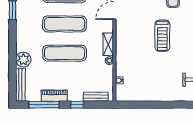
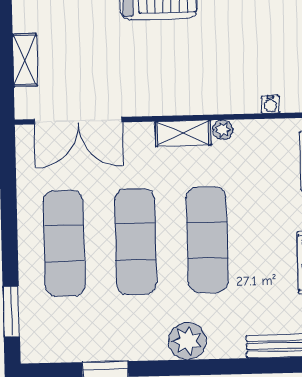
plant: (23, 60) -> (187, 341), moved

